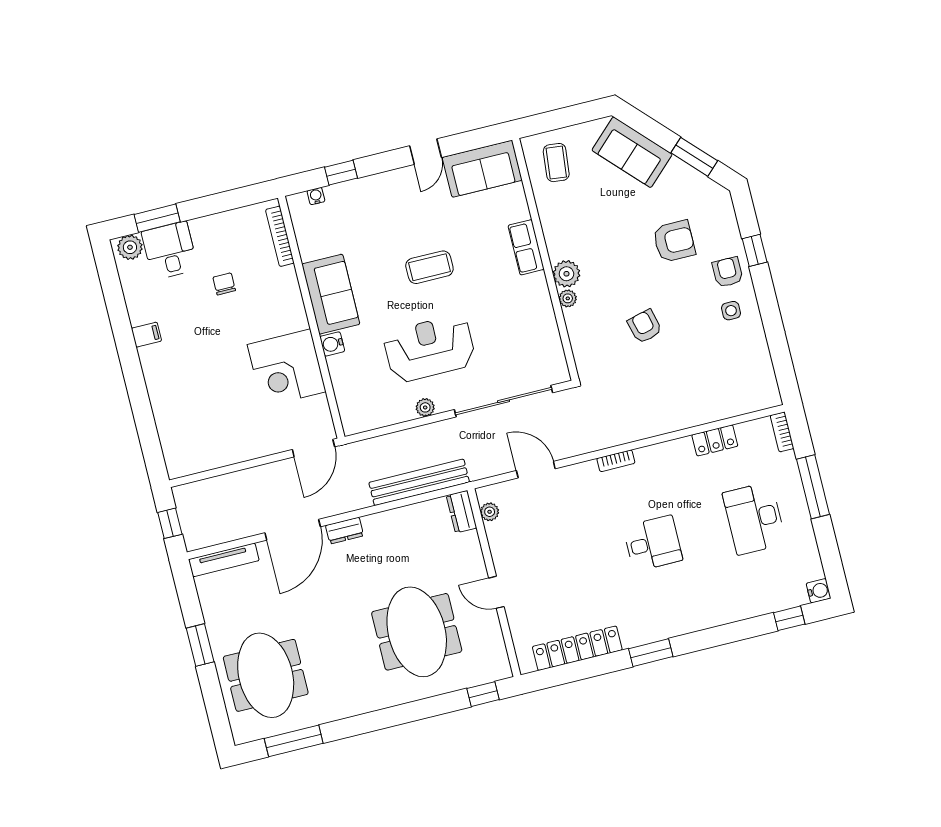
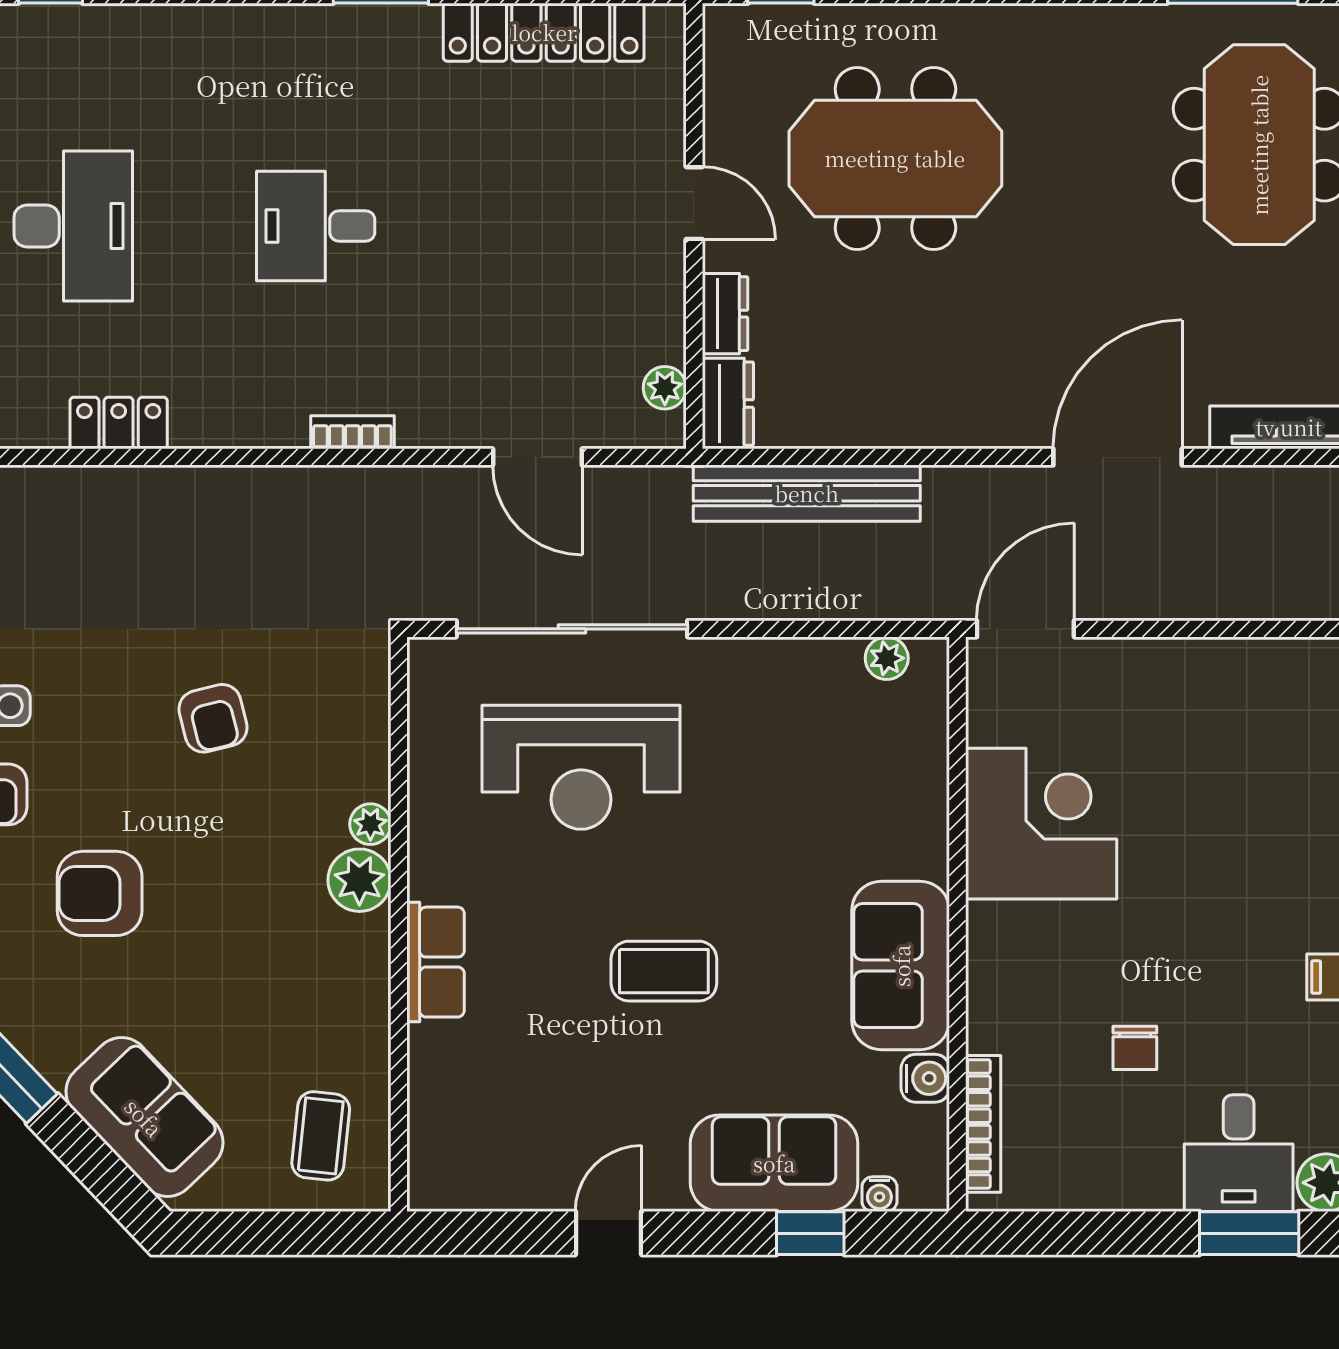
sofa: (482, 169) -> (774, 1163), moved
water cooler: (332, 344) -> (925, 1078), moved
reception desk: (429, 349) -> (581, 767), moved
plant: (425, 407) -> (887, 658), moved
dresser: (345, 531) -> (725, 314), moved, turned 90
meeting table: (417, 632) -> (895, 158), turned 90

